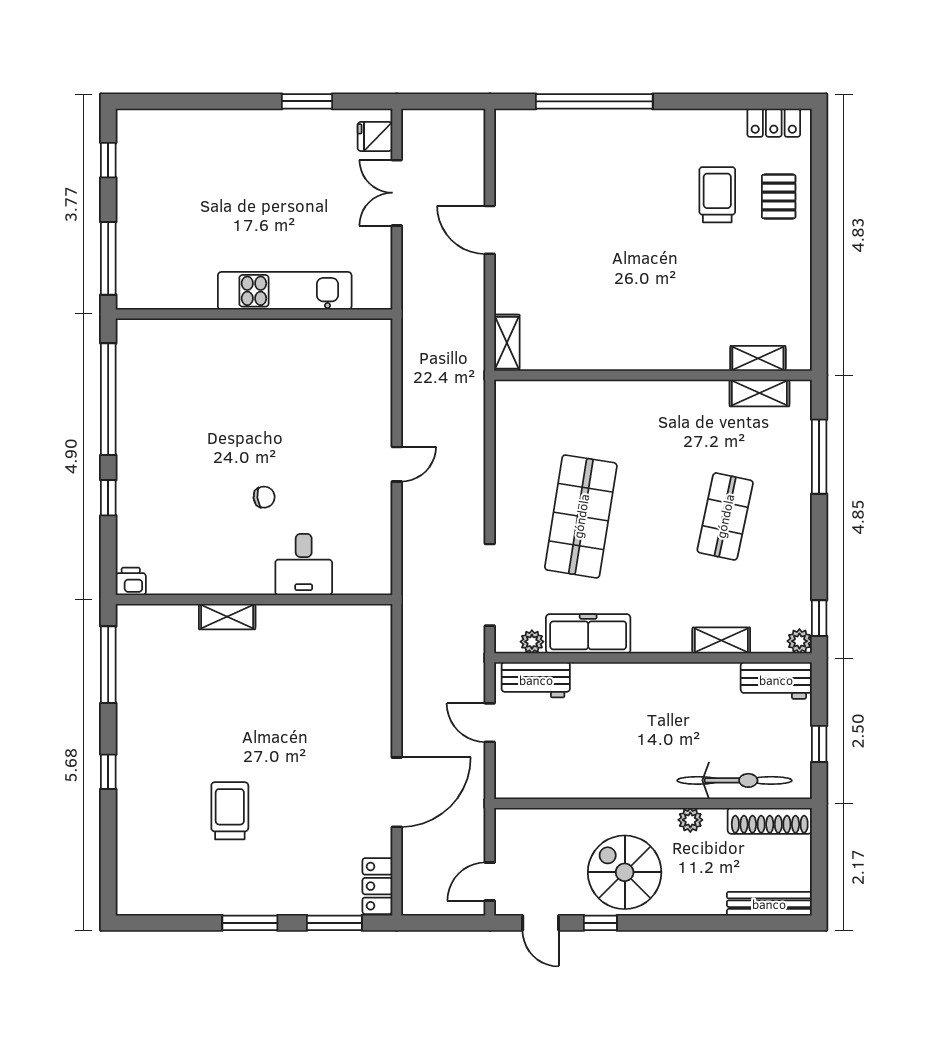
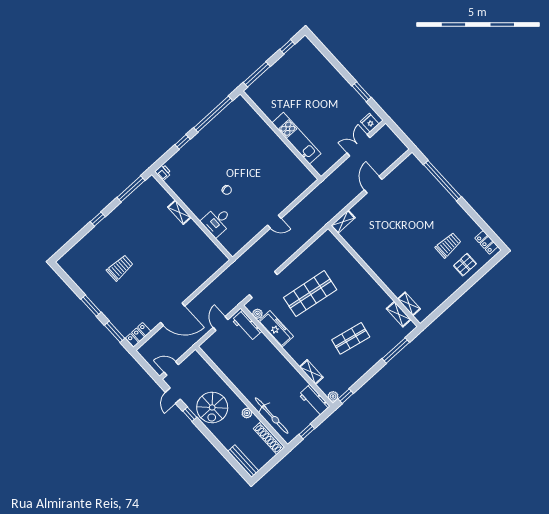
spiral stairs: (625, 872) -> (212, 407), turned 180

